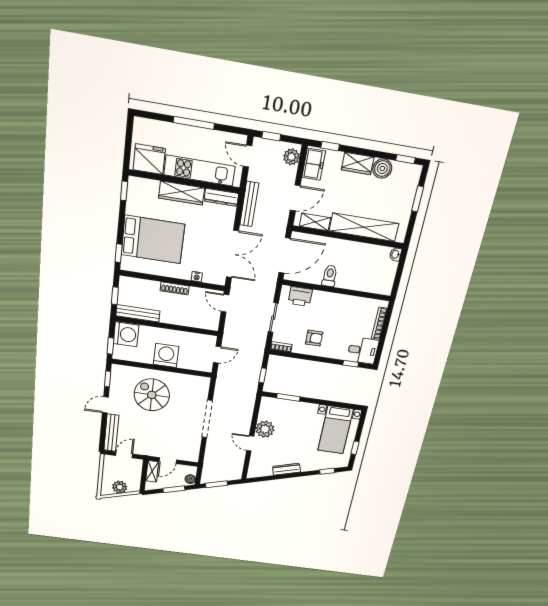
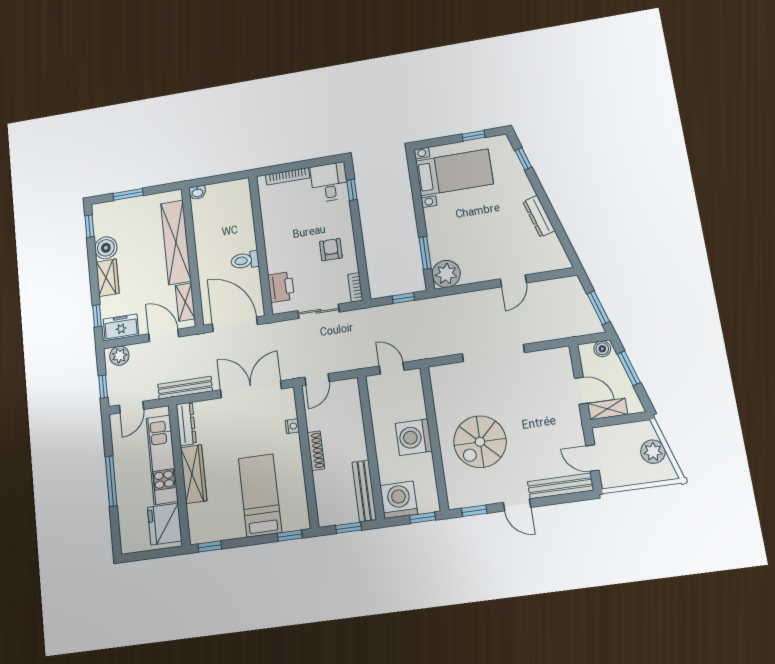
bed: (153, 240) -> (260, 495), width x0.67
plant: (265, 429) -> (446, 274), moved

